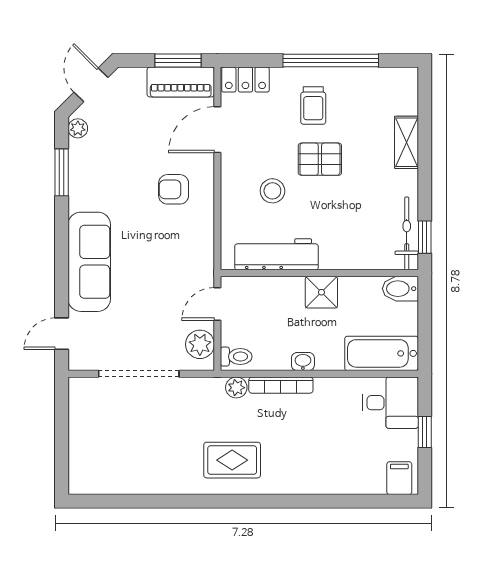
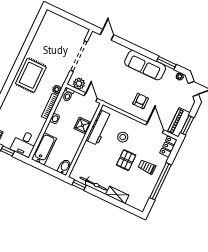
bicycle: (407, 233) -> (93, 184), moved
sofa: (89, 262) -> (145, 65), moved
shower: (321, 292) -> (83, 126), moved
rug: (232, 460) -> (31, 75), width x1.36, depth x1.43

